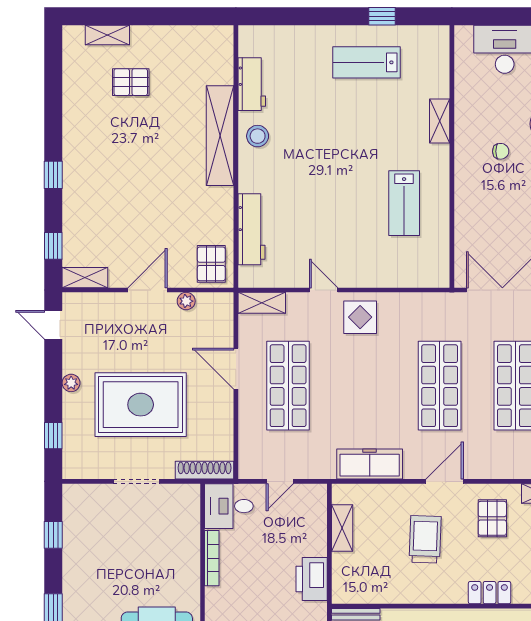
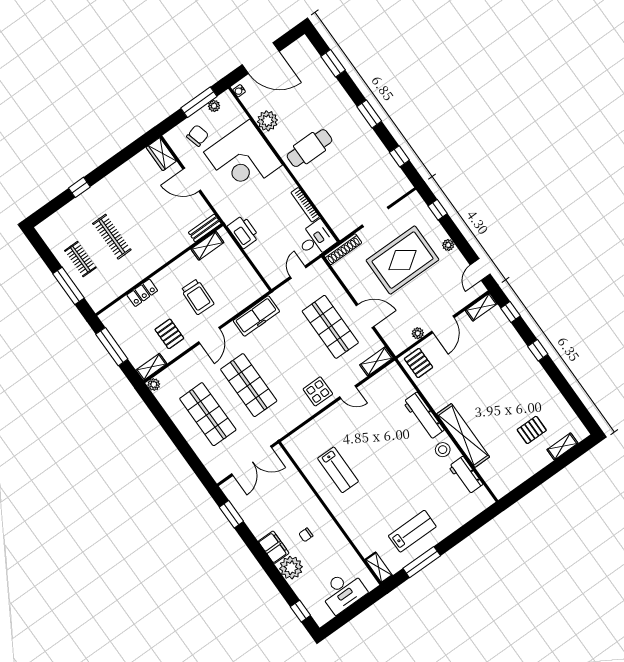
window: (382, 16) -> (422, 562), width x2.17
shelving: (440, 121) -> (379, 567), moved
lab bench: (404, 203) -> (338, 470), turned 180
workbench: (252, 229) -> (424, 416), moved
door: (53, 325) -> (480, 269), swing flipped
shelving: (342, 528) -> (207, 246), moved, turned 90

